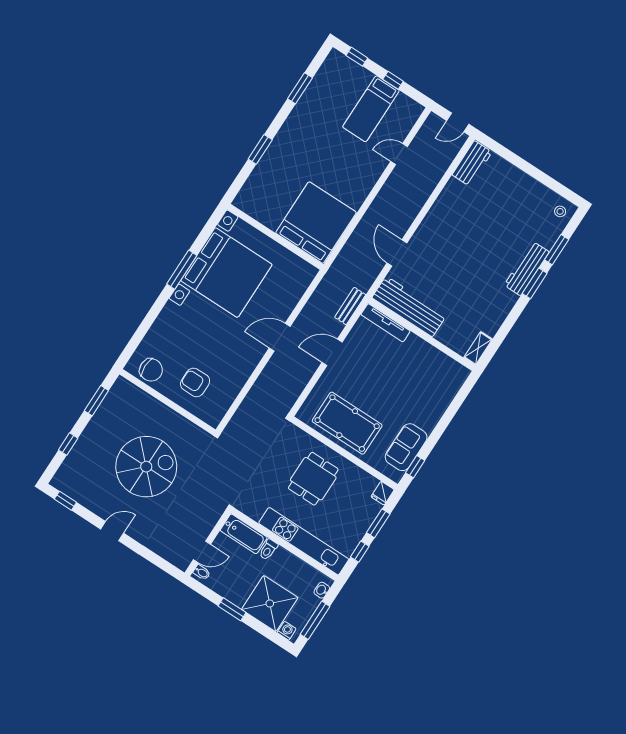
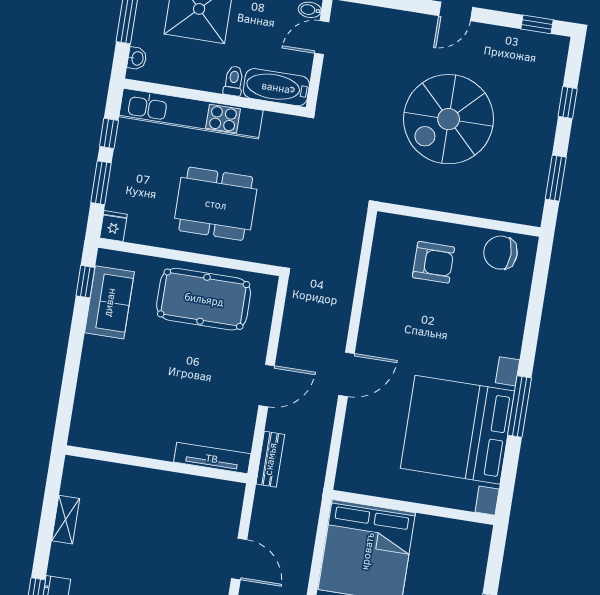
workbench: (409, 306) -> (190, 494), removed
shelving: (478, 348) -> (66, 520), moved
dining table: (313, 479) -> (216, 204), width x1.37

